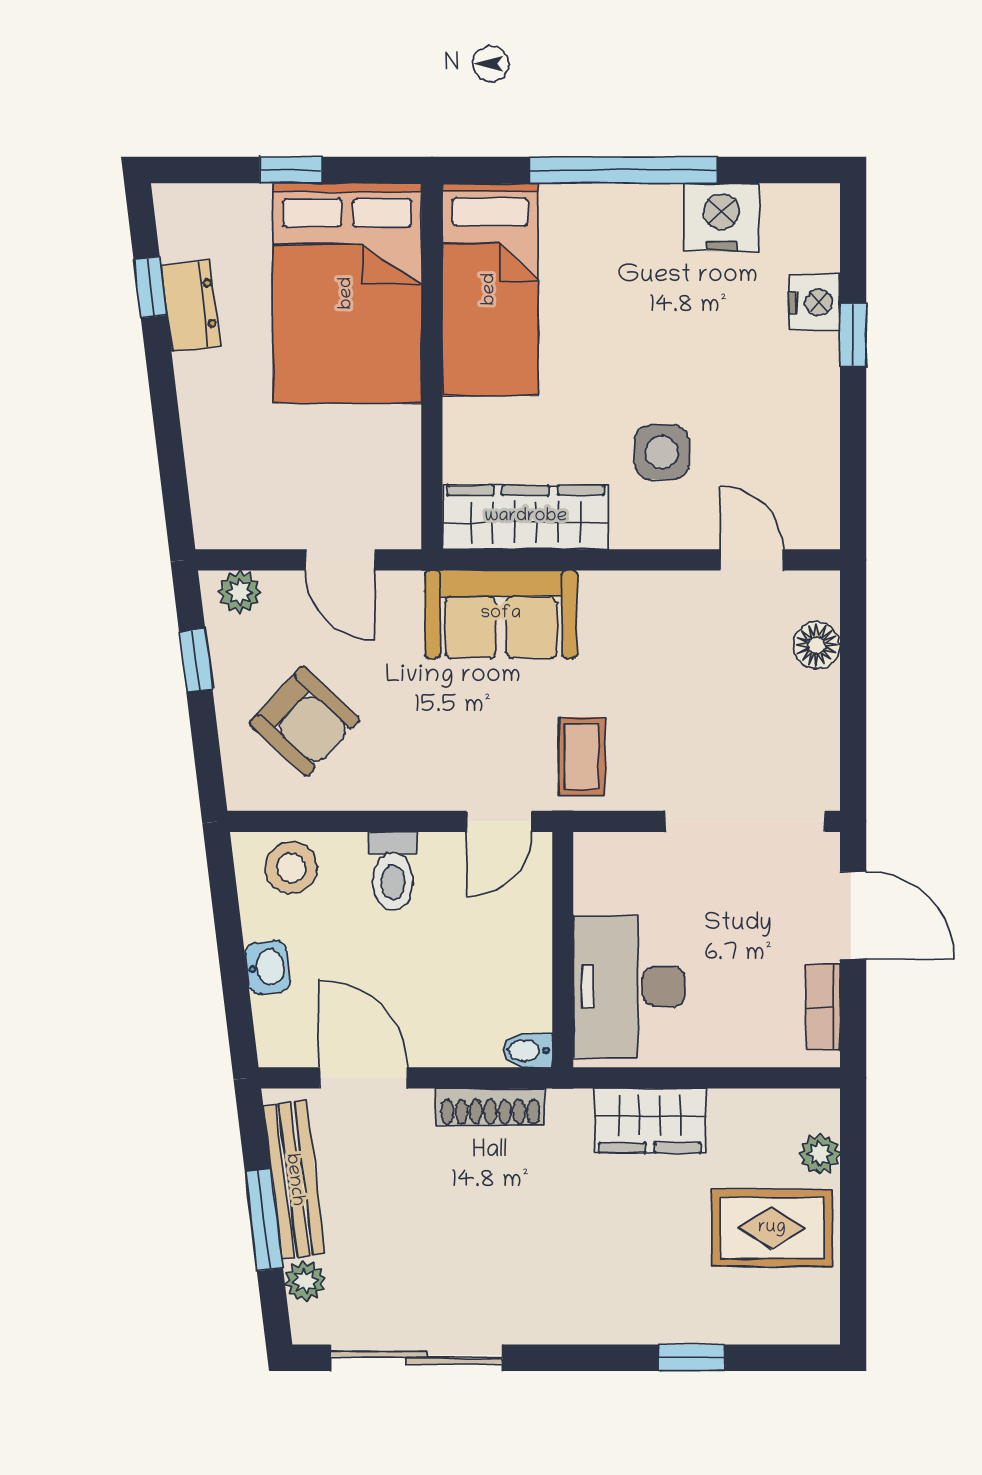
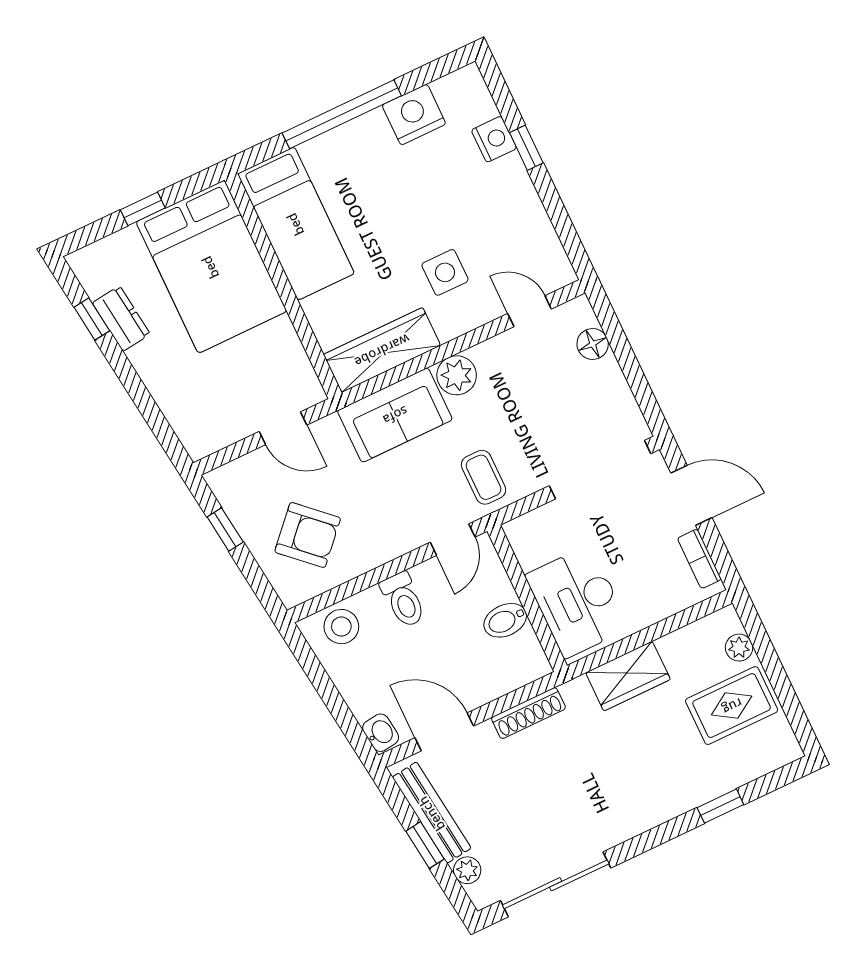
plant: (240, 592) -> (457, 375), moved, width x1.38, depth x1.38
washbasin: (267, 967) -> (381, 733), moved
bidet: (528, 1050) -> (505, 620), moved, width x1.38, depth x1.36
window: (264, 1220) -> (425, 845), width x0.67

